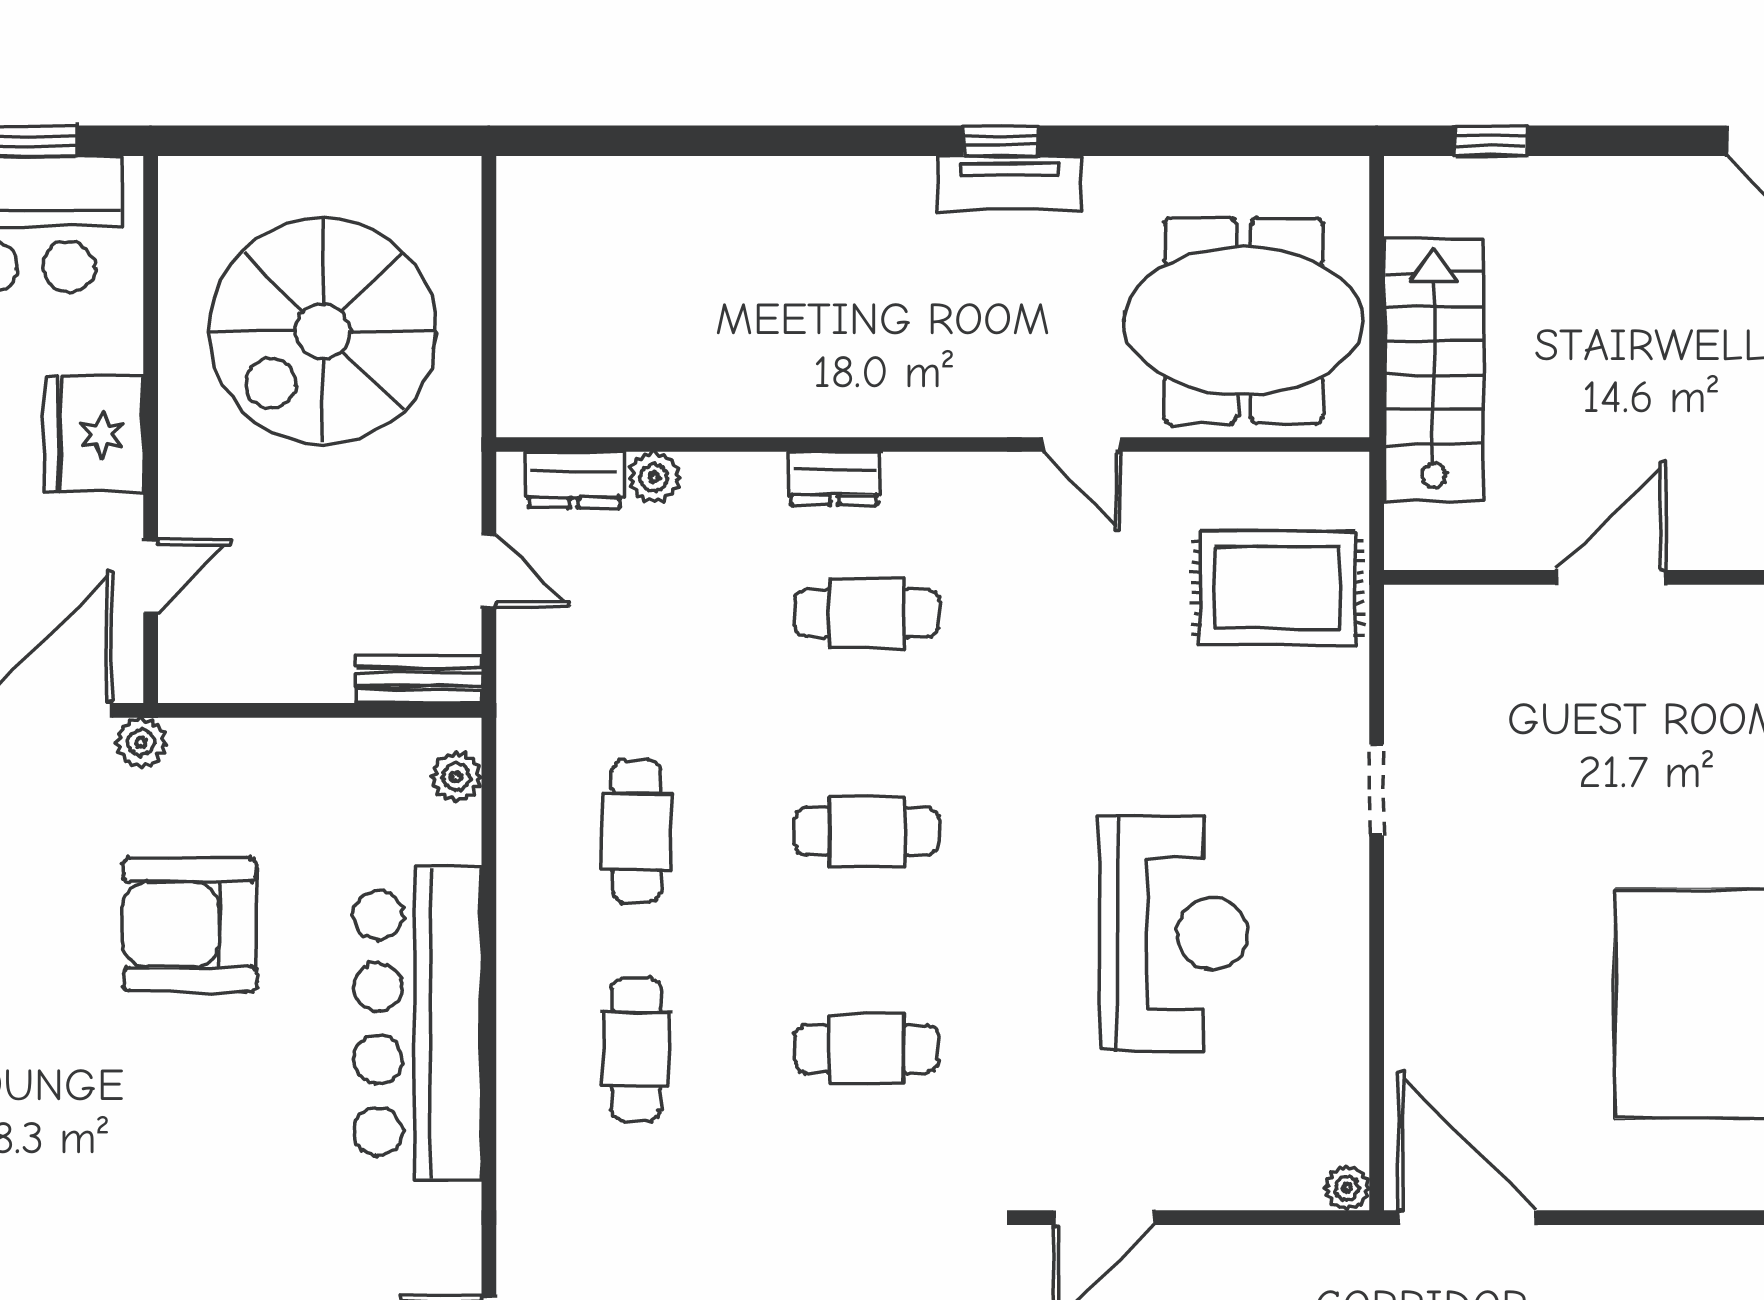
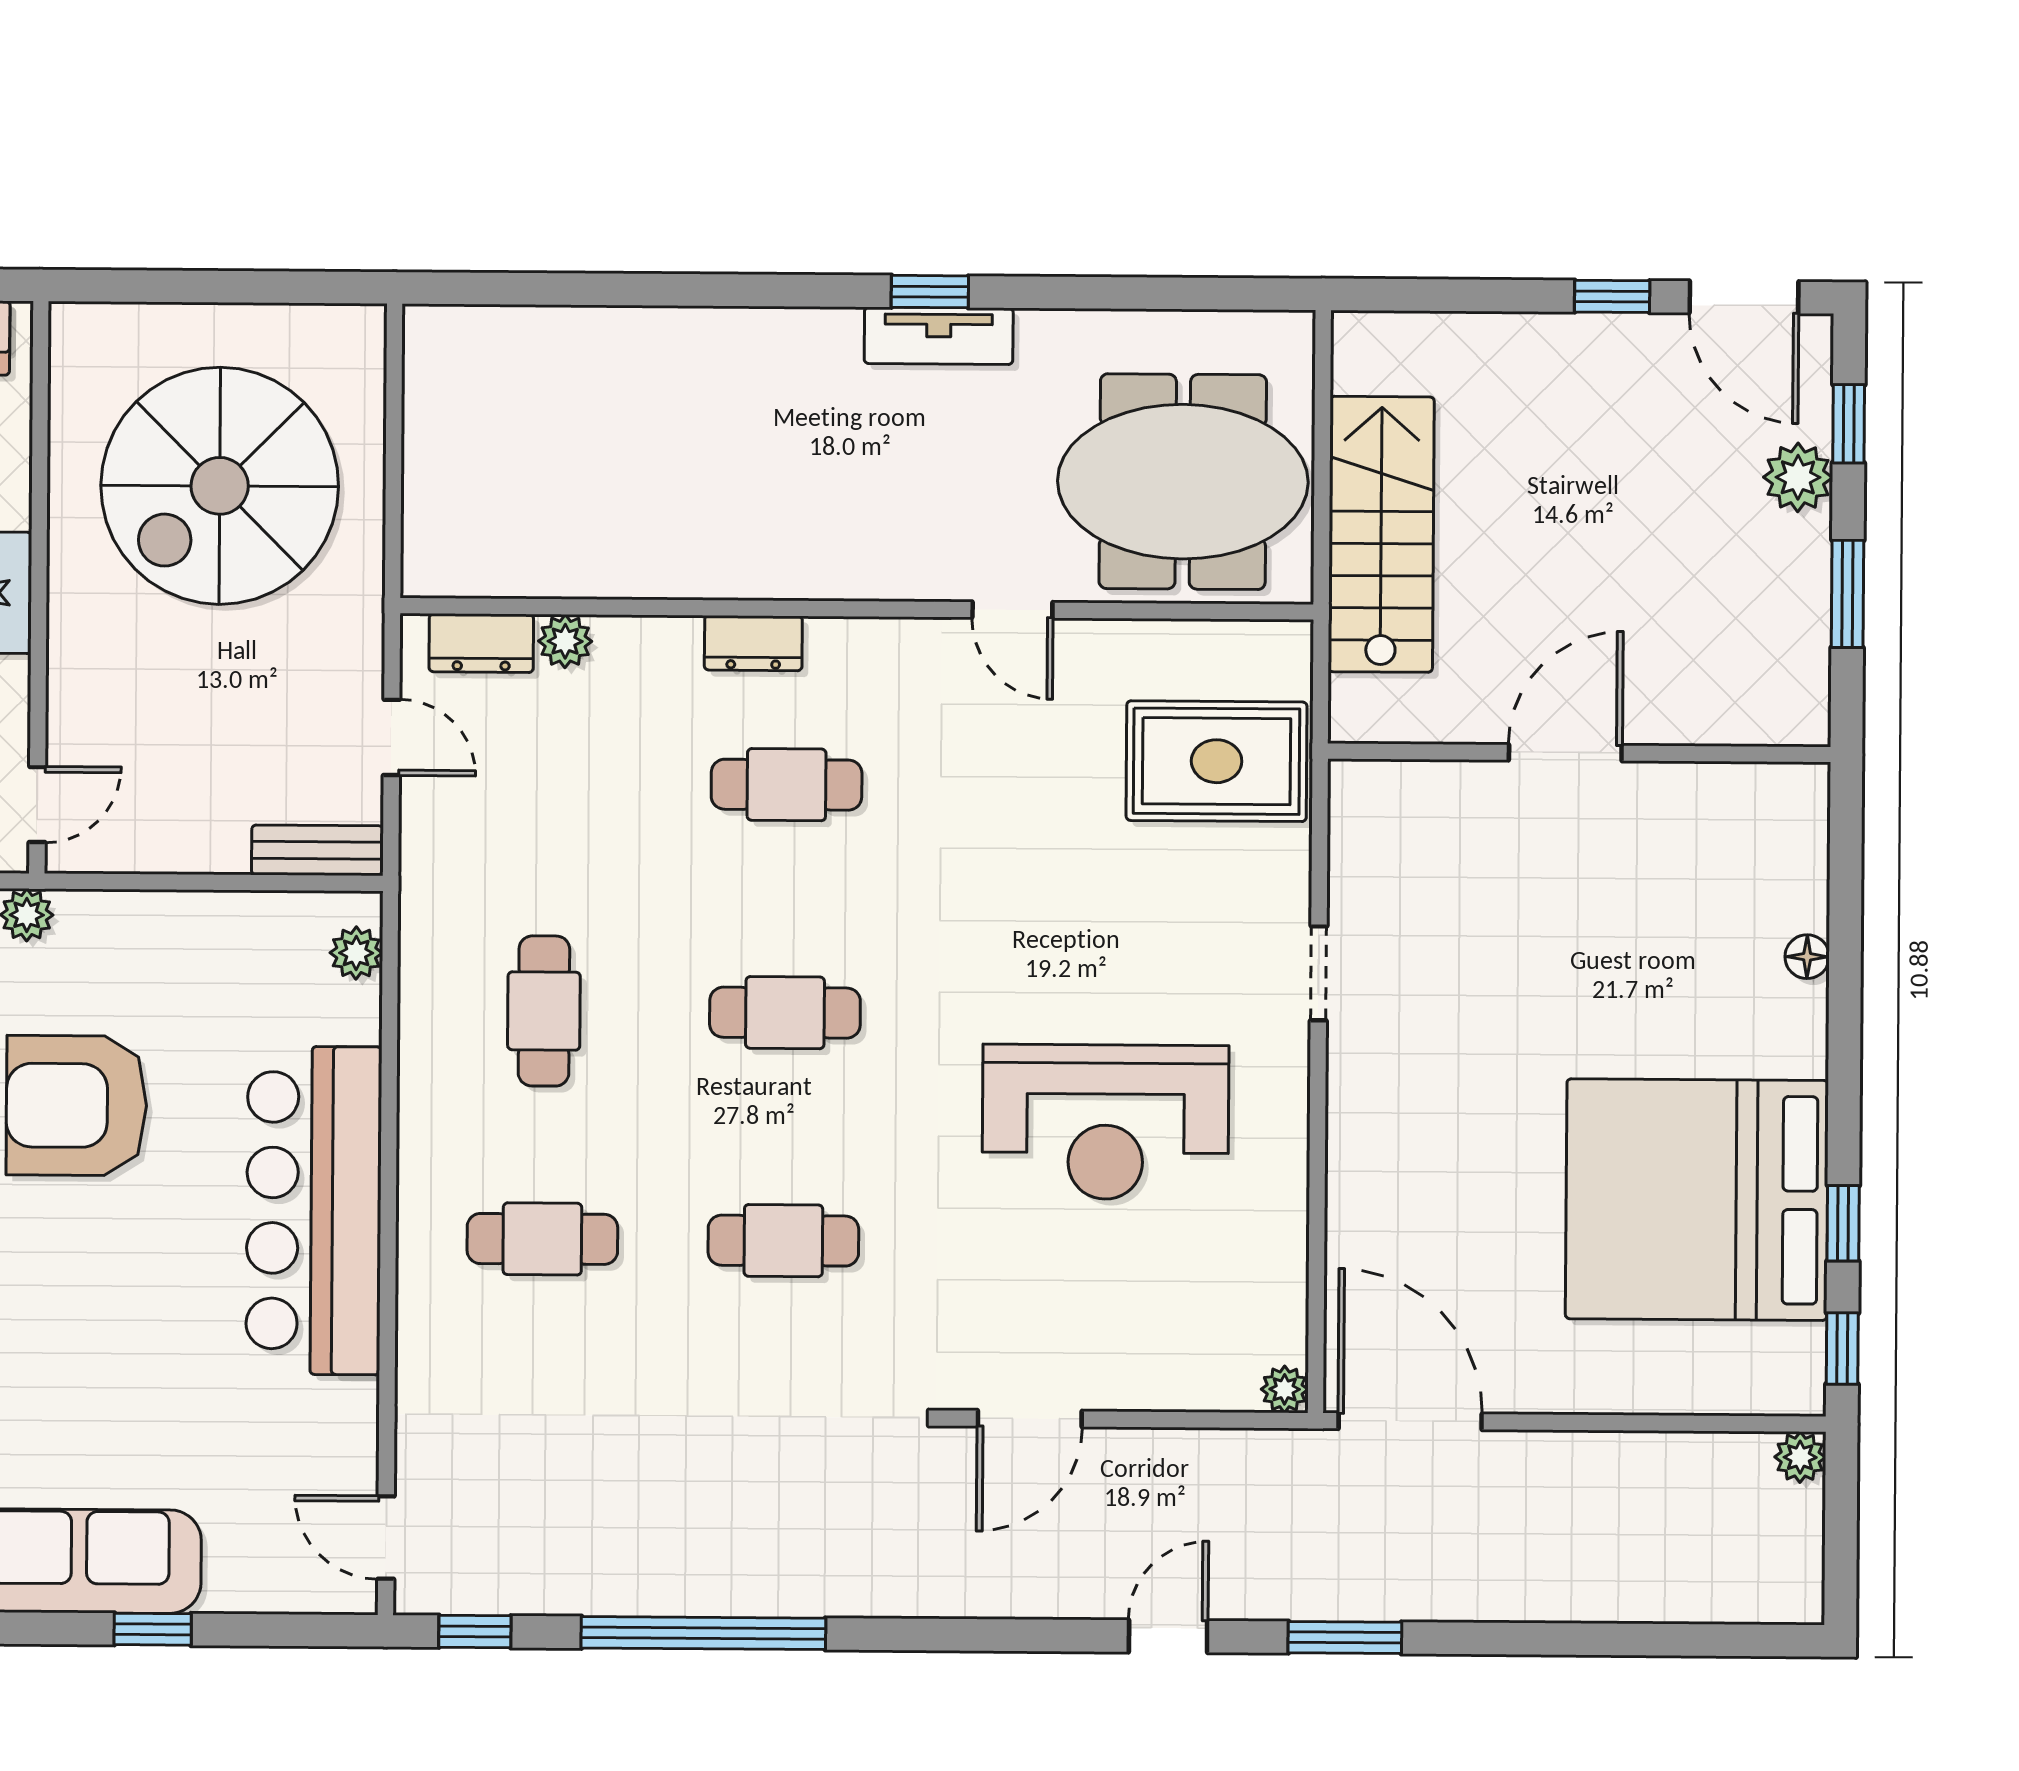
window: (1491, 141) -> (1612, 296), moved
door: (151, 576) -> (37, 805), moved
reception desk: (1174, 933) -> (1106, 1122), turned 90
cafe table: (636, 1049) -> (542, 1239), turned 90

